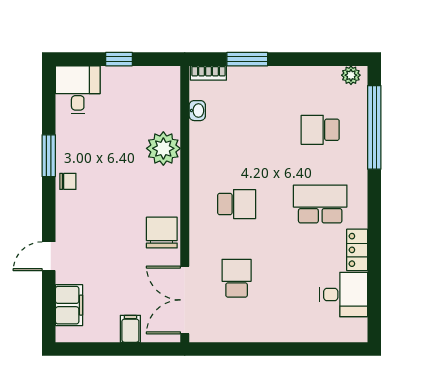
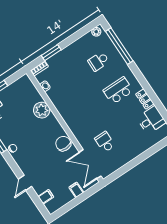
school desk: (237, 204) -> (85, 113), removed
filing cabinet: (69, 305) -> (46, 197), width x0.50

